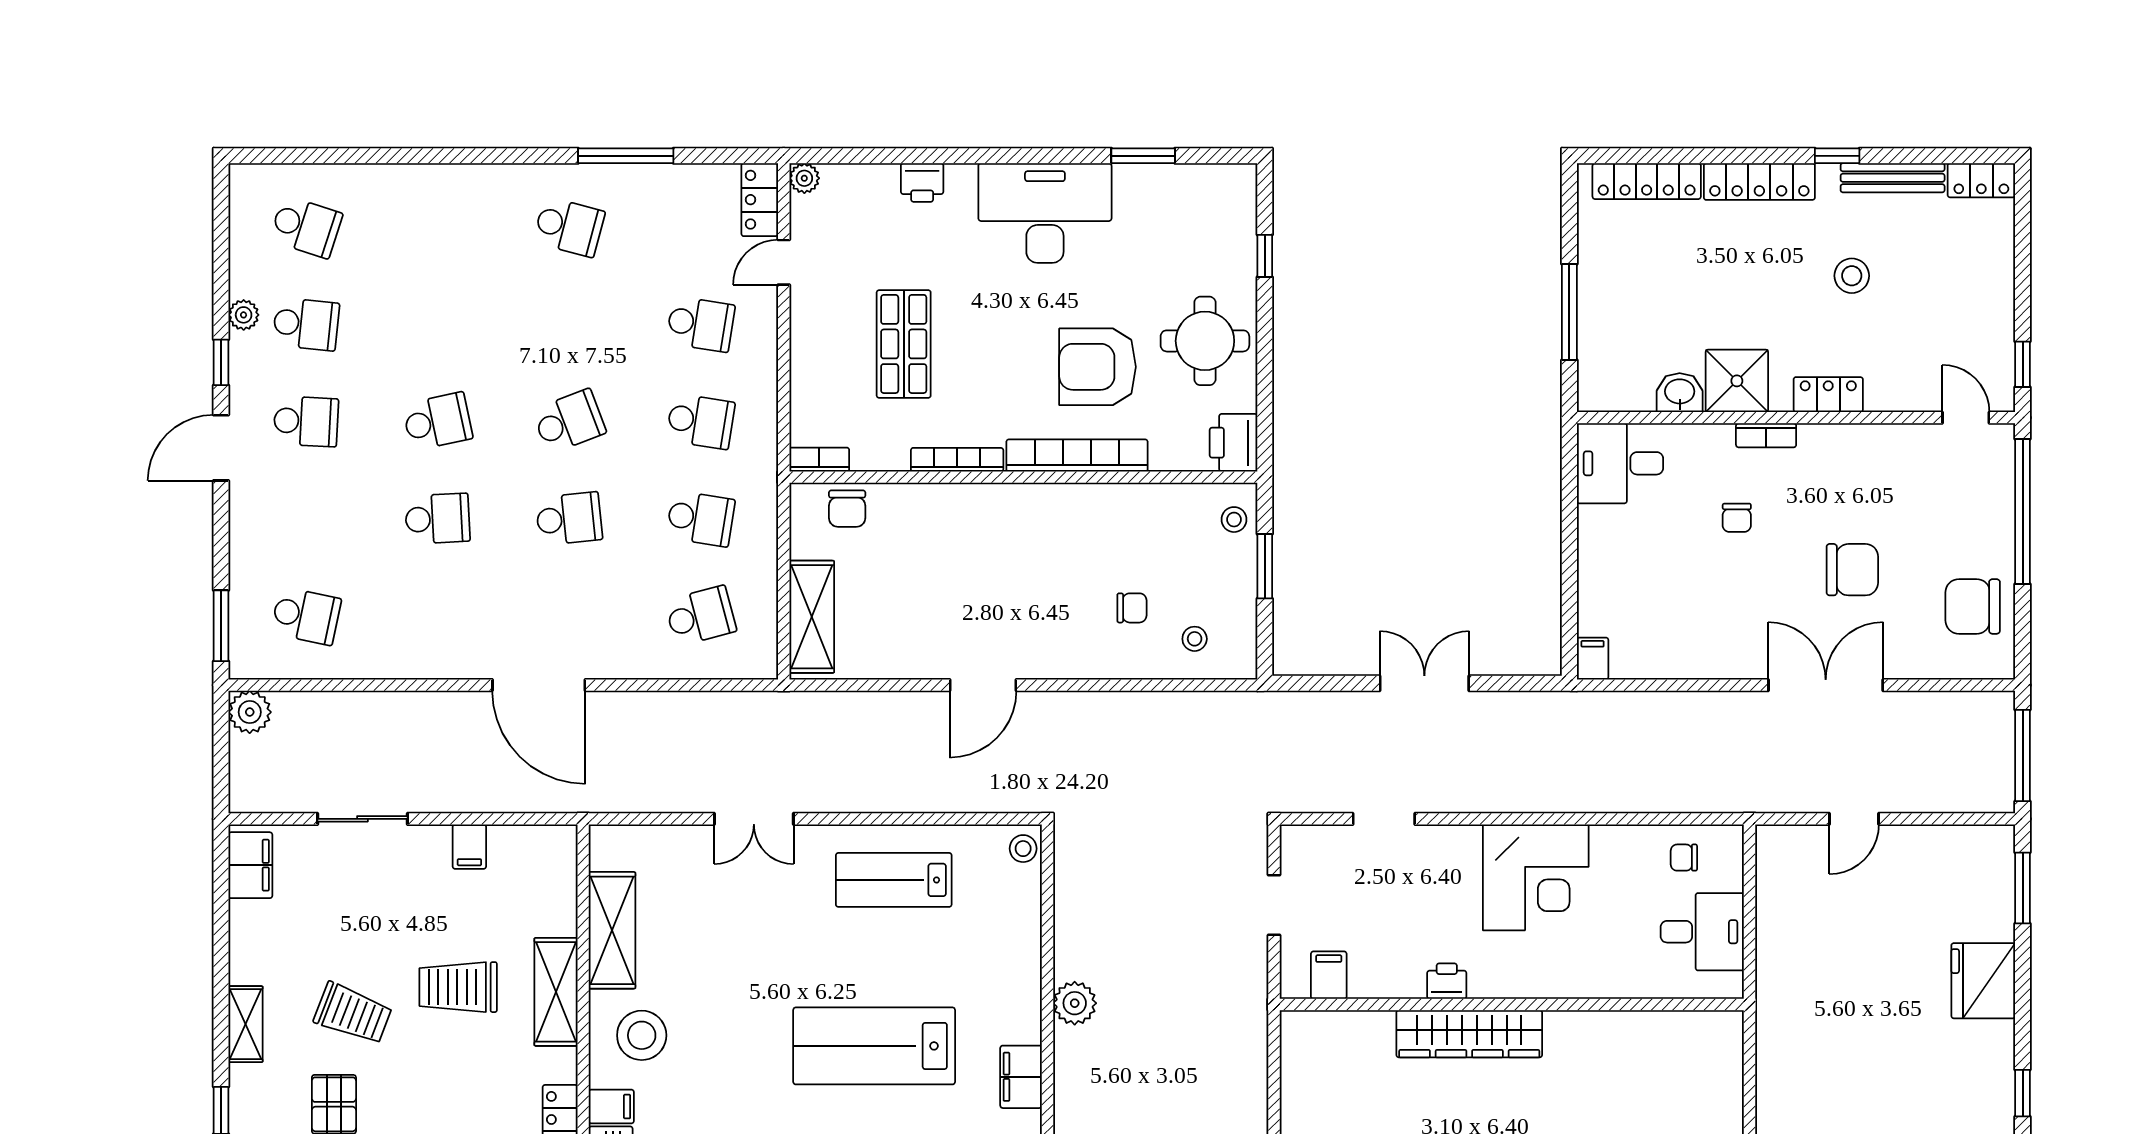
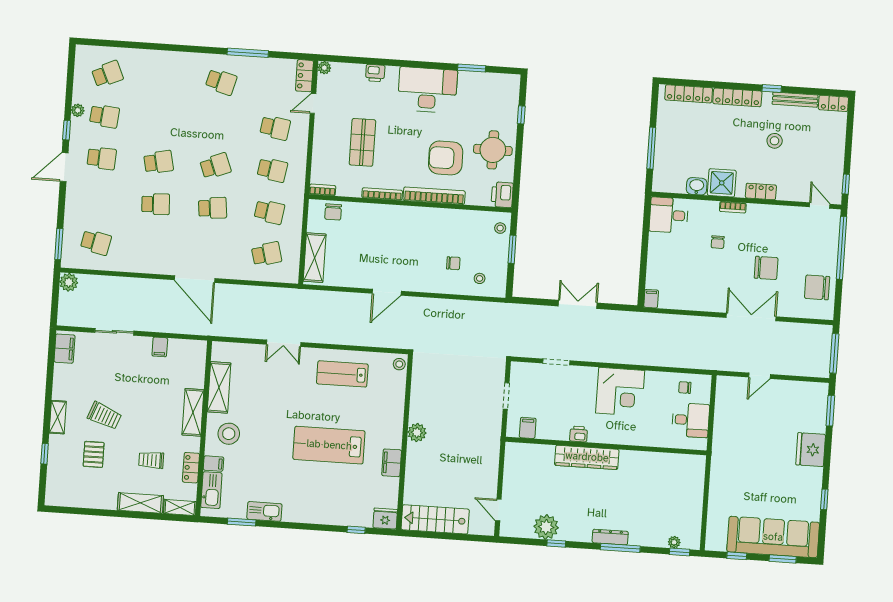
school desk: (306, 227) -> (107, 74), turned -42
trolley: (458, 987) -> (151, 460), moved, width x0.73, depth x0.72

